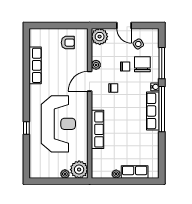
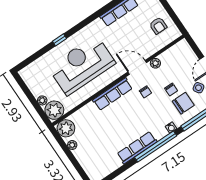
plant: (100, 37) -> (66, 128), moved
row of seats: (153, 111) -> (137, 148), moved
reception desk: (58, 124) -> (82, 65), turned 180
row of seats: (97, 129) -> (113, 94), moved
row of seats: (135, 172) -> (85, 160), removed

